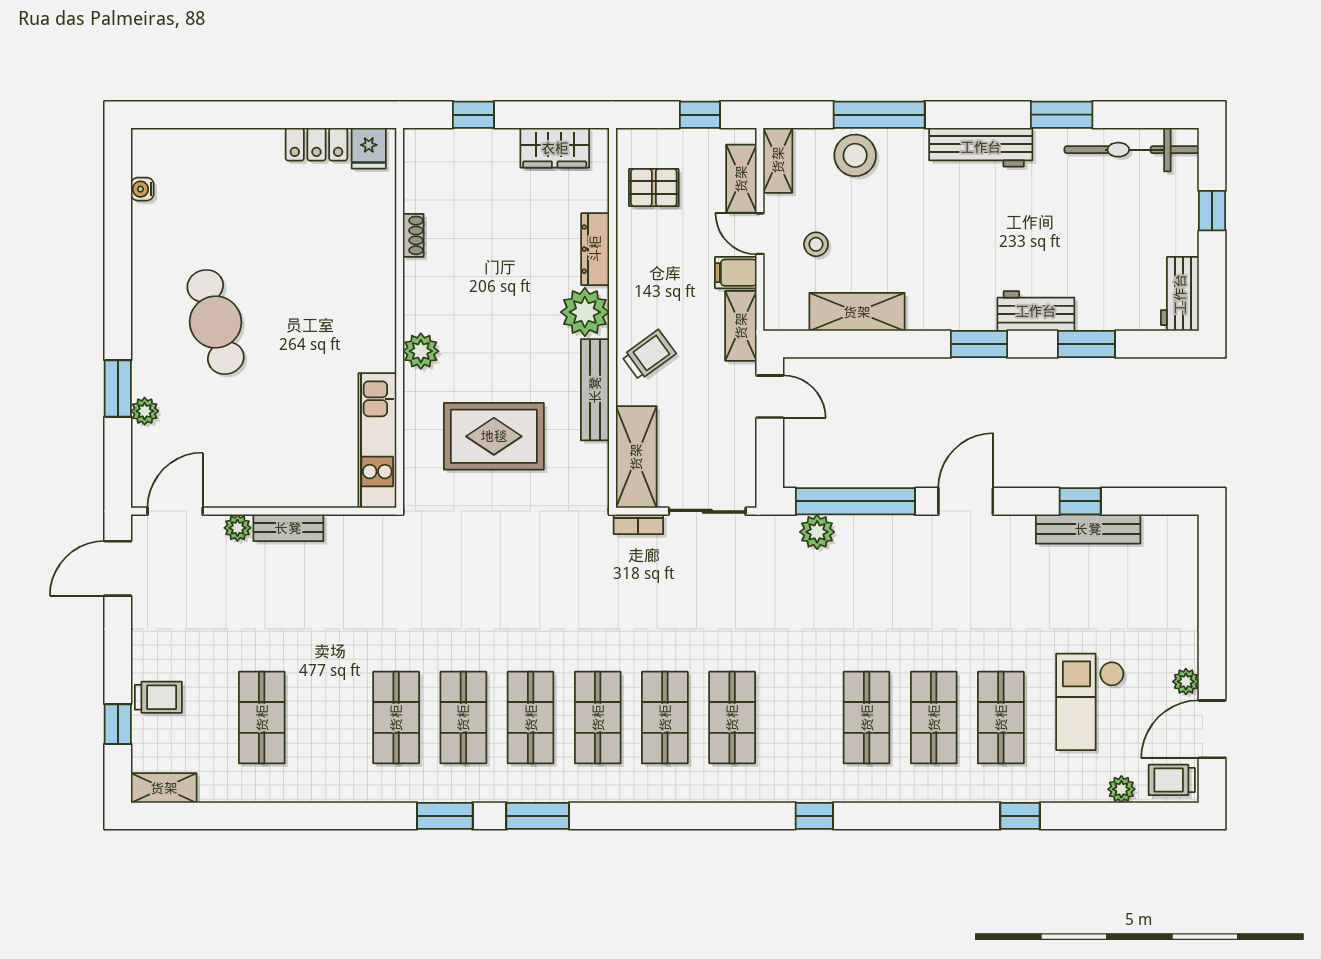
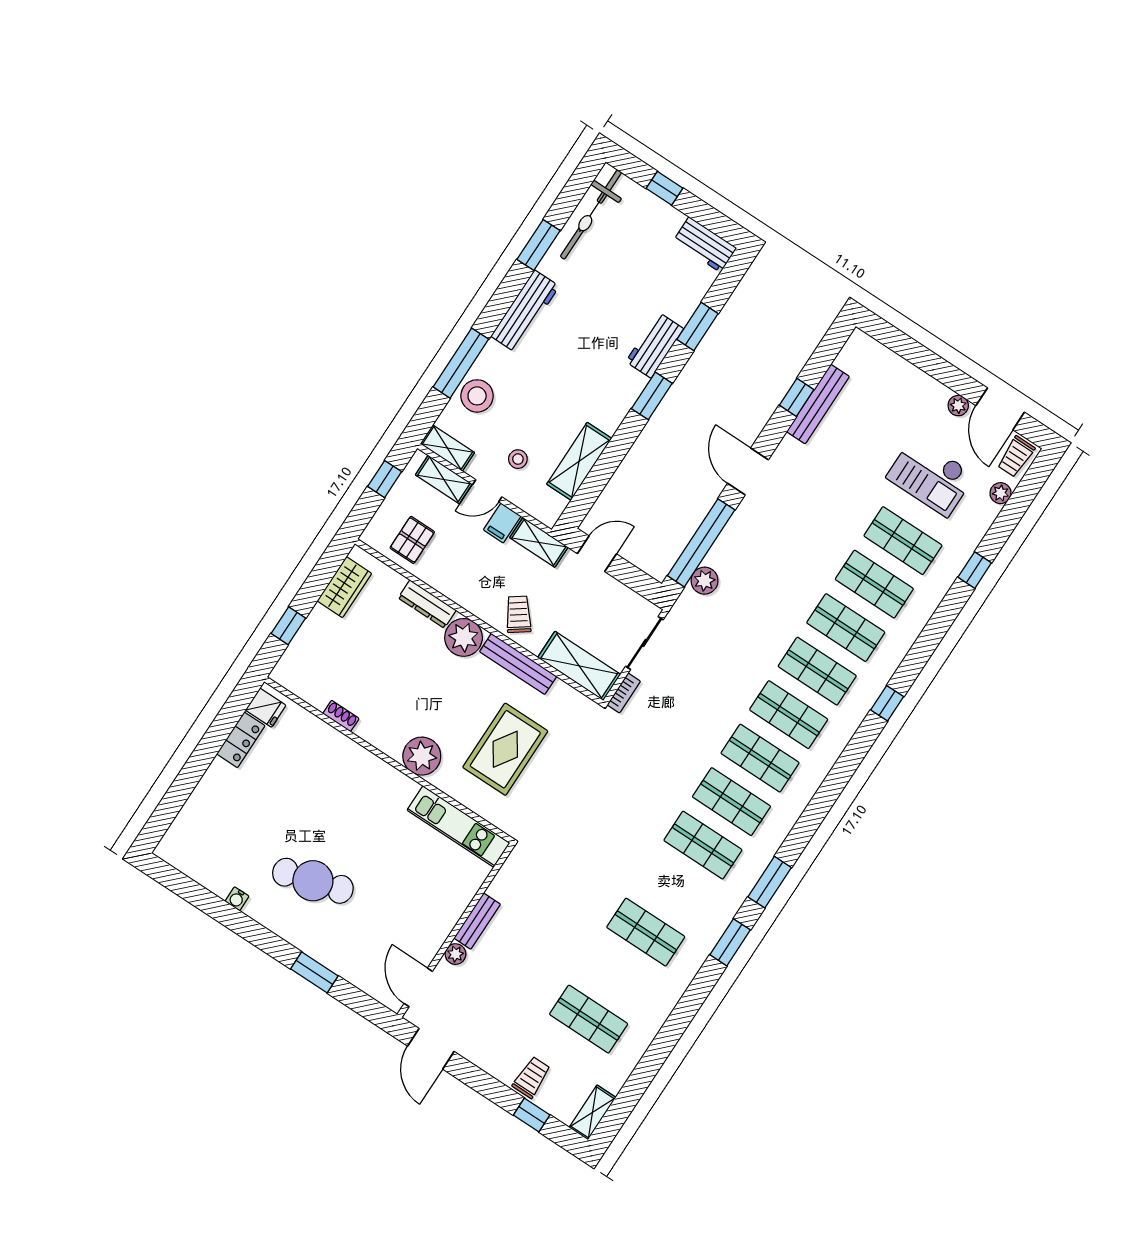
water cooler: (142, 189) -> (237, 899), moved
plant: (421, 351) -> (422, 756), width x1.36, depth x1.36
plant: (145, 411) -> (340, 965), removed
shop shelf: (463, 718) -> (817, 671), moved

